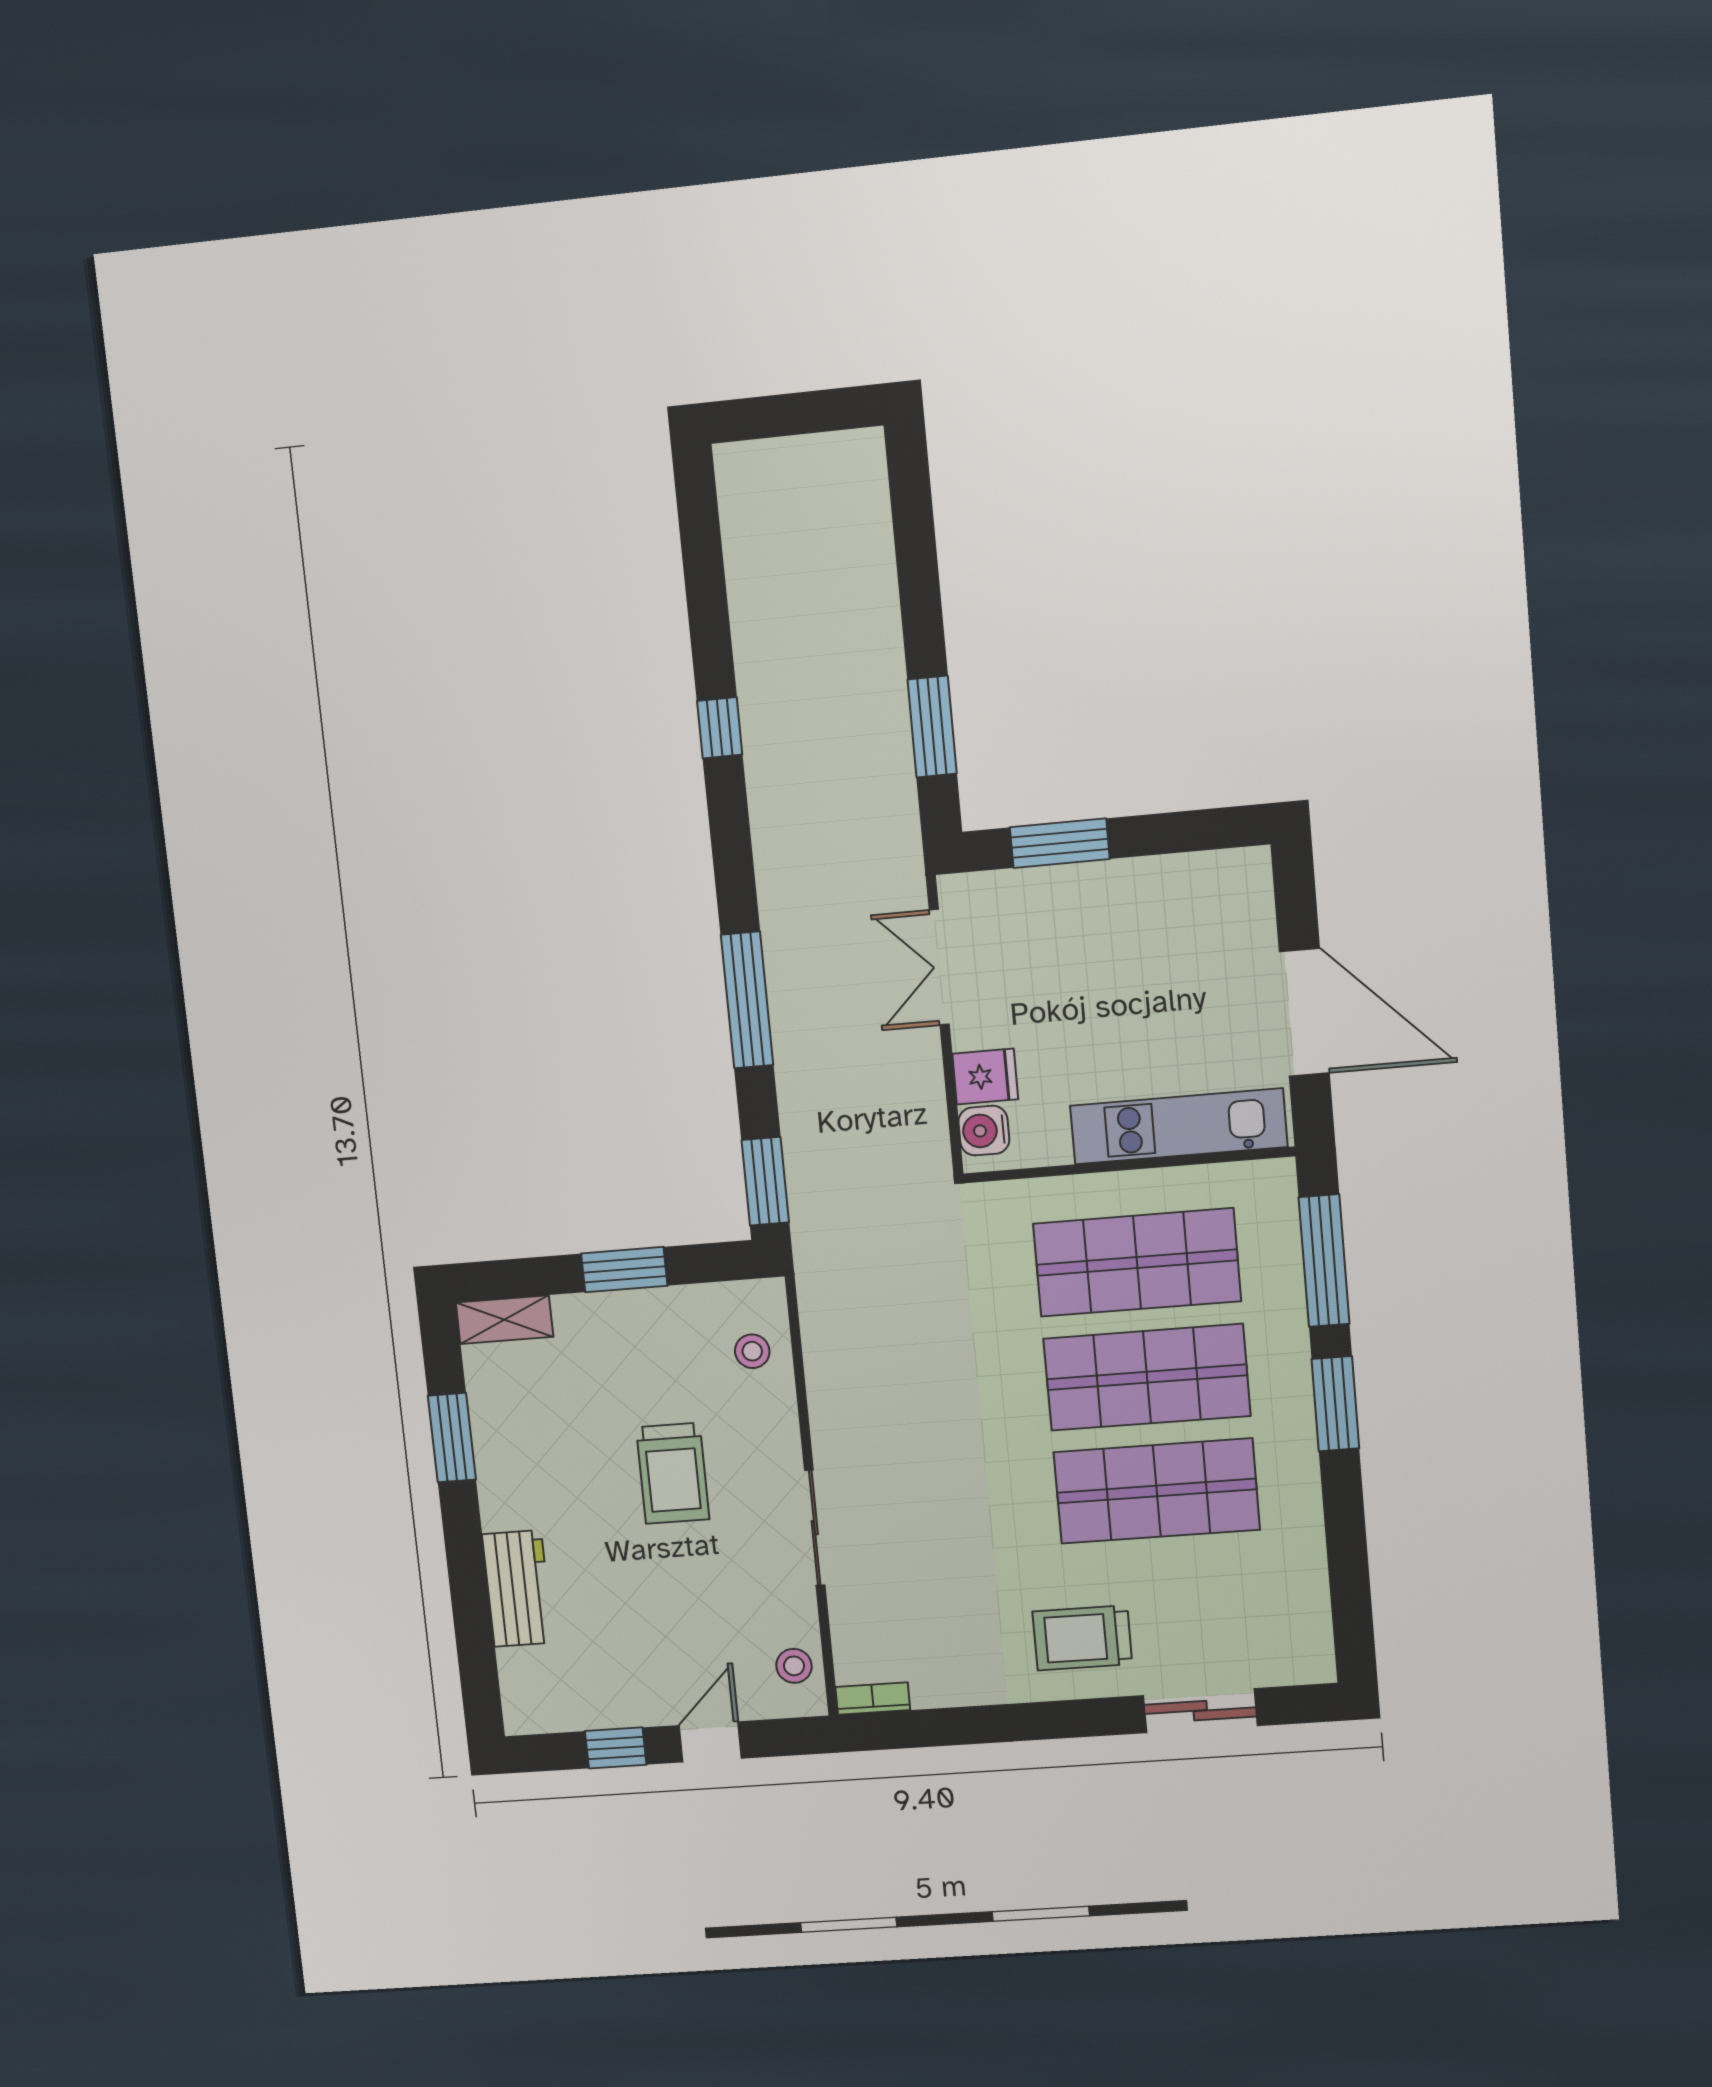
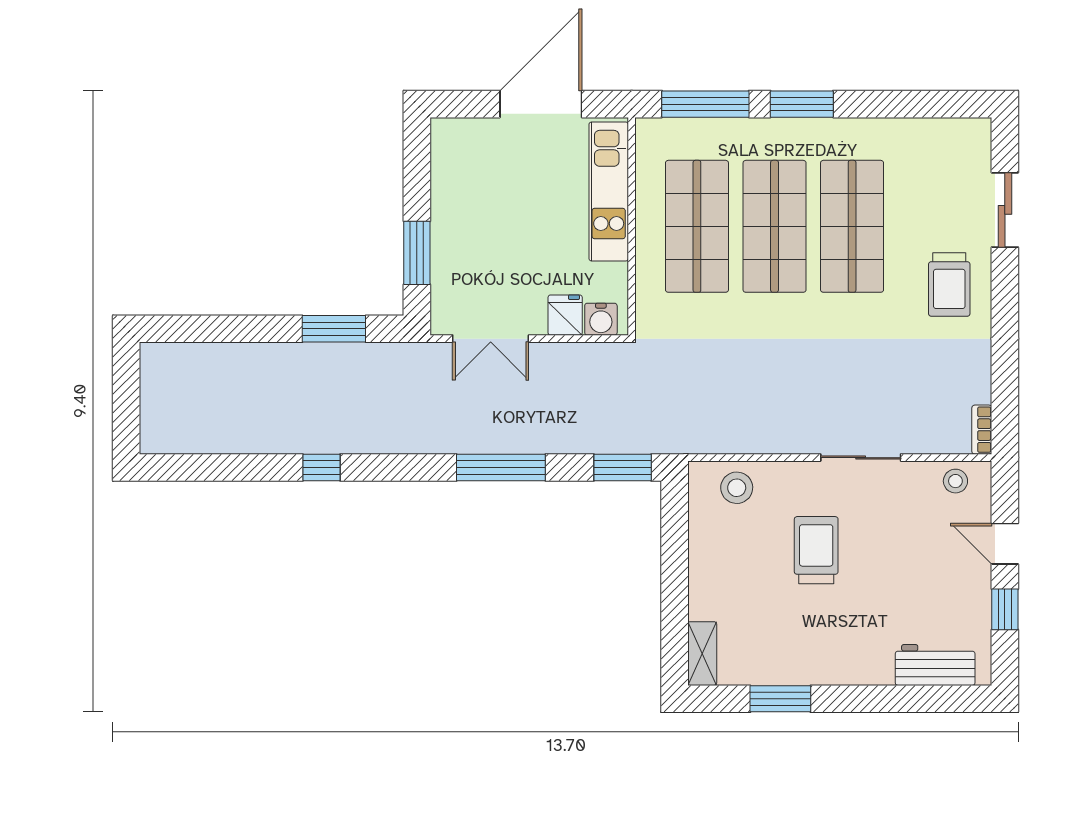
window: (624, 1270) -> (675, 568), removed
stool: (752, 1351) -> (737, 488), width x1.37, depth x1.37
trolley: (673, 1473) -> (816, 550), turned -90
workbench: (518, 1588) -> (935, 665), moved

